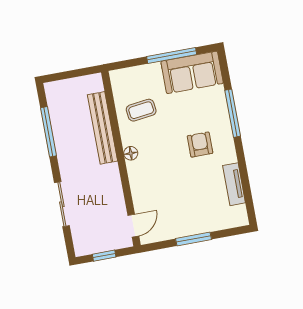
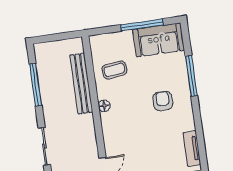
tv unit: (234, 184) -> (192, 149), moved

